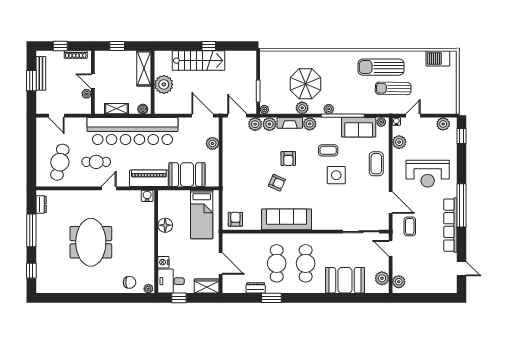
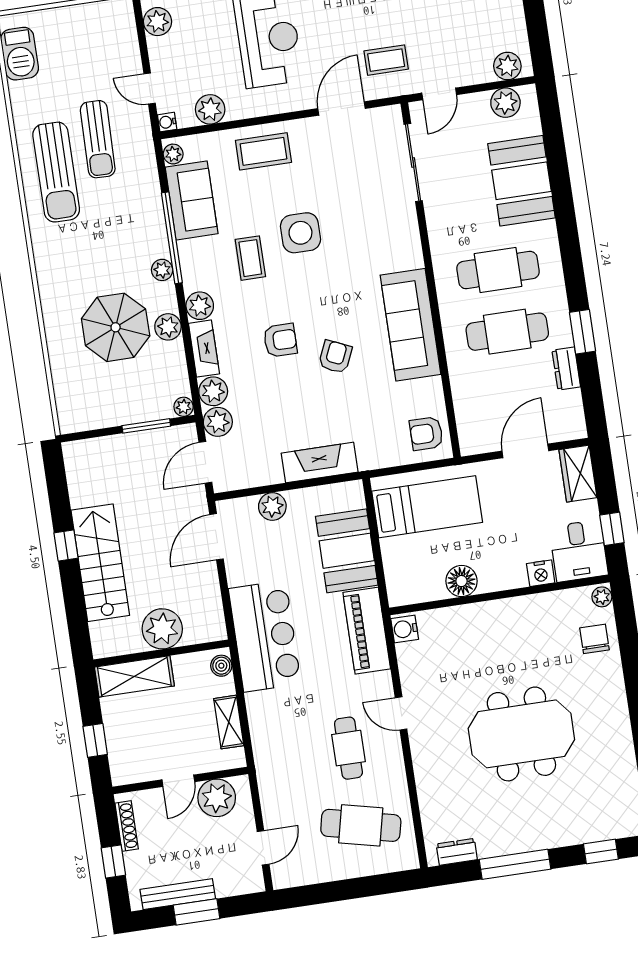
plant: (87, 94) -> (217, 798), width x1.88, depth x1.88
bar counter: (132, 131) -> (265, 636), width x0.54
fireplace: (229, 168) -> (320, 463), added

